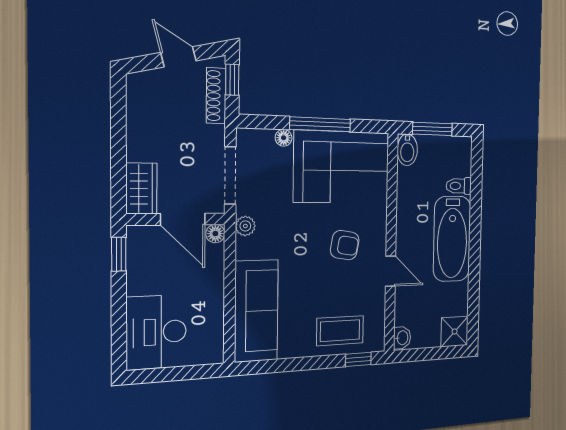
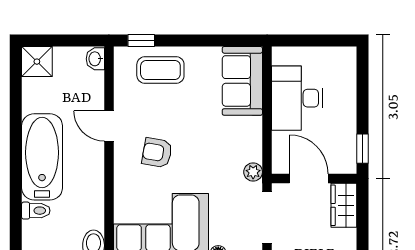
floor lamp: (215, 234) -> (280, 165), removed
sofa: (256, 311) -> (242, 81), width x0.73
desk: (156, 332) -> (297, 98), moved, turned 180

